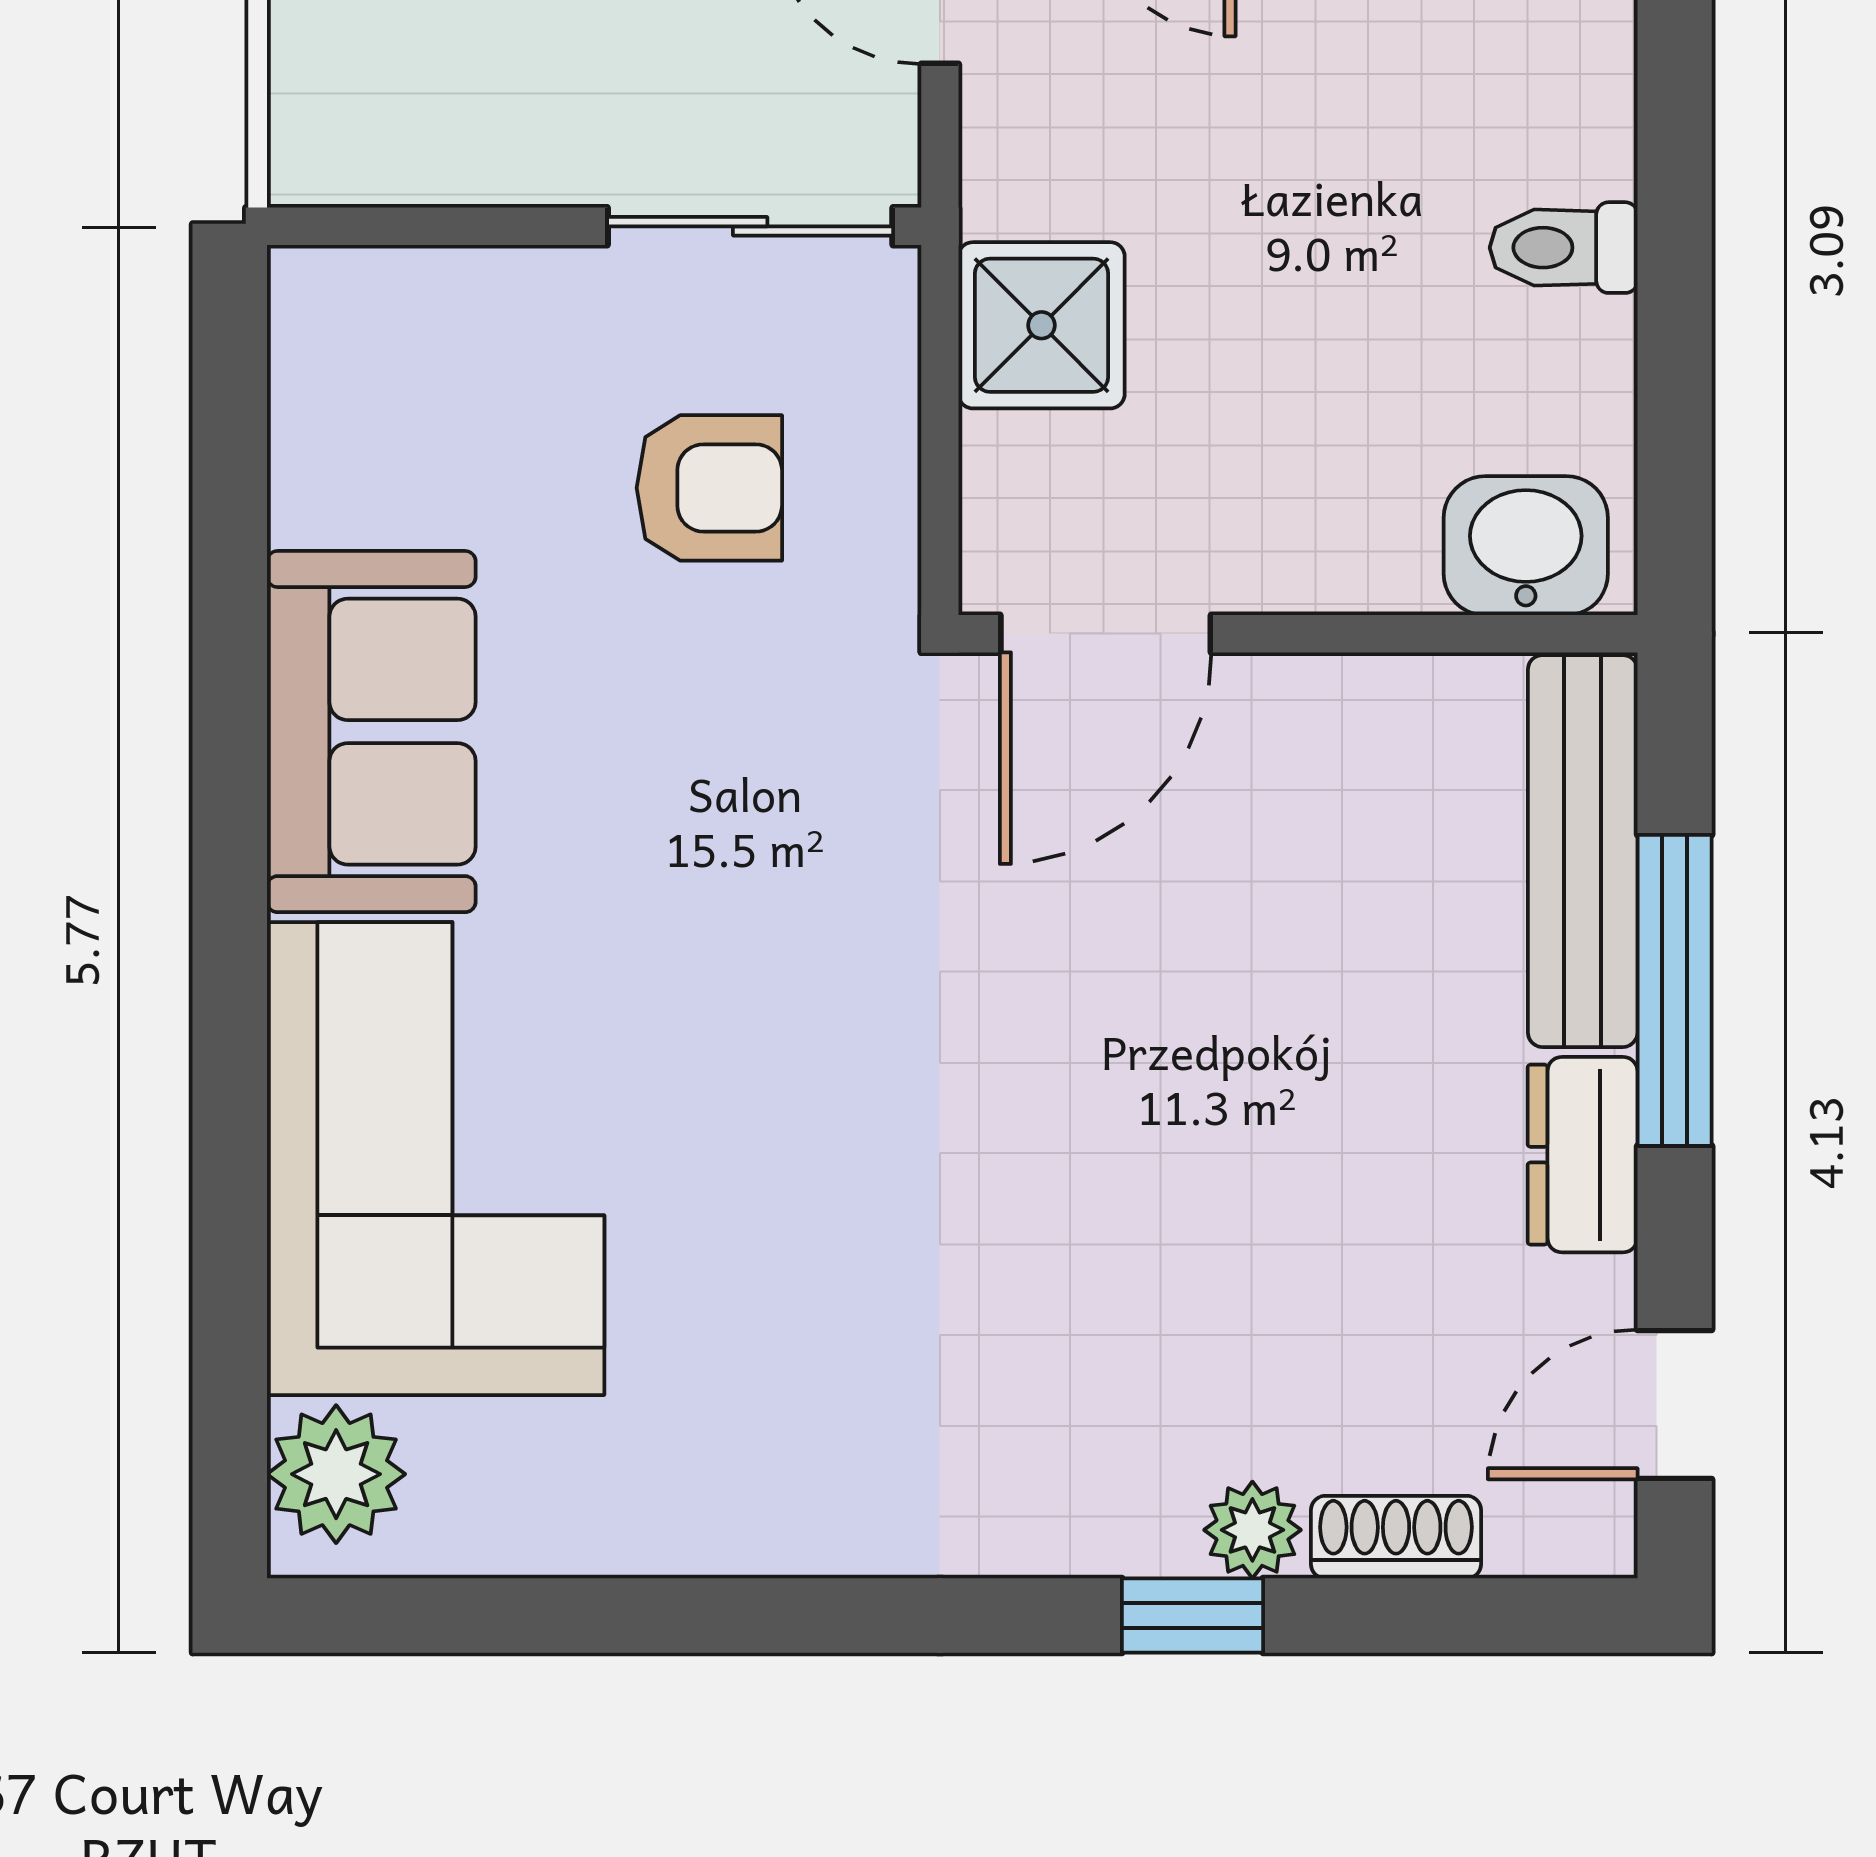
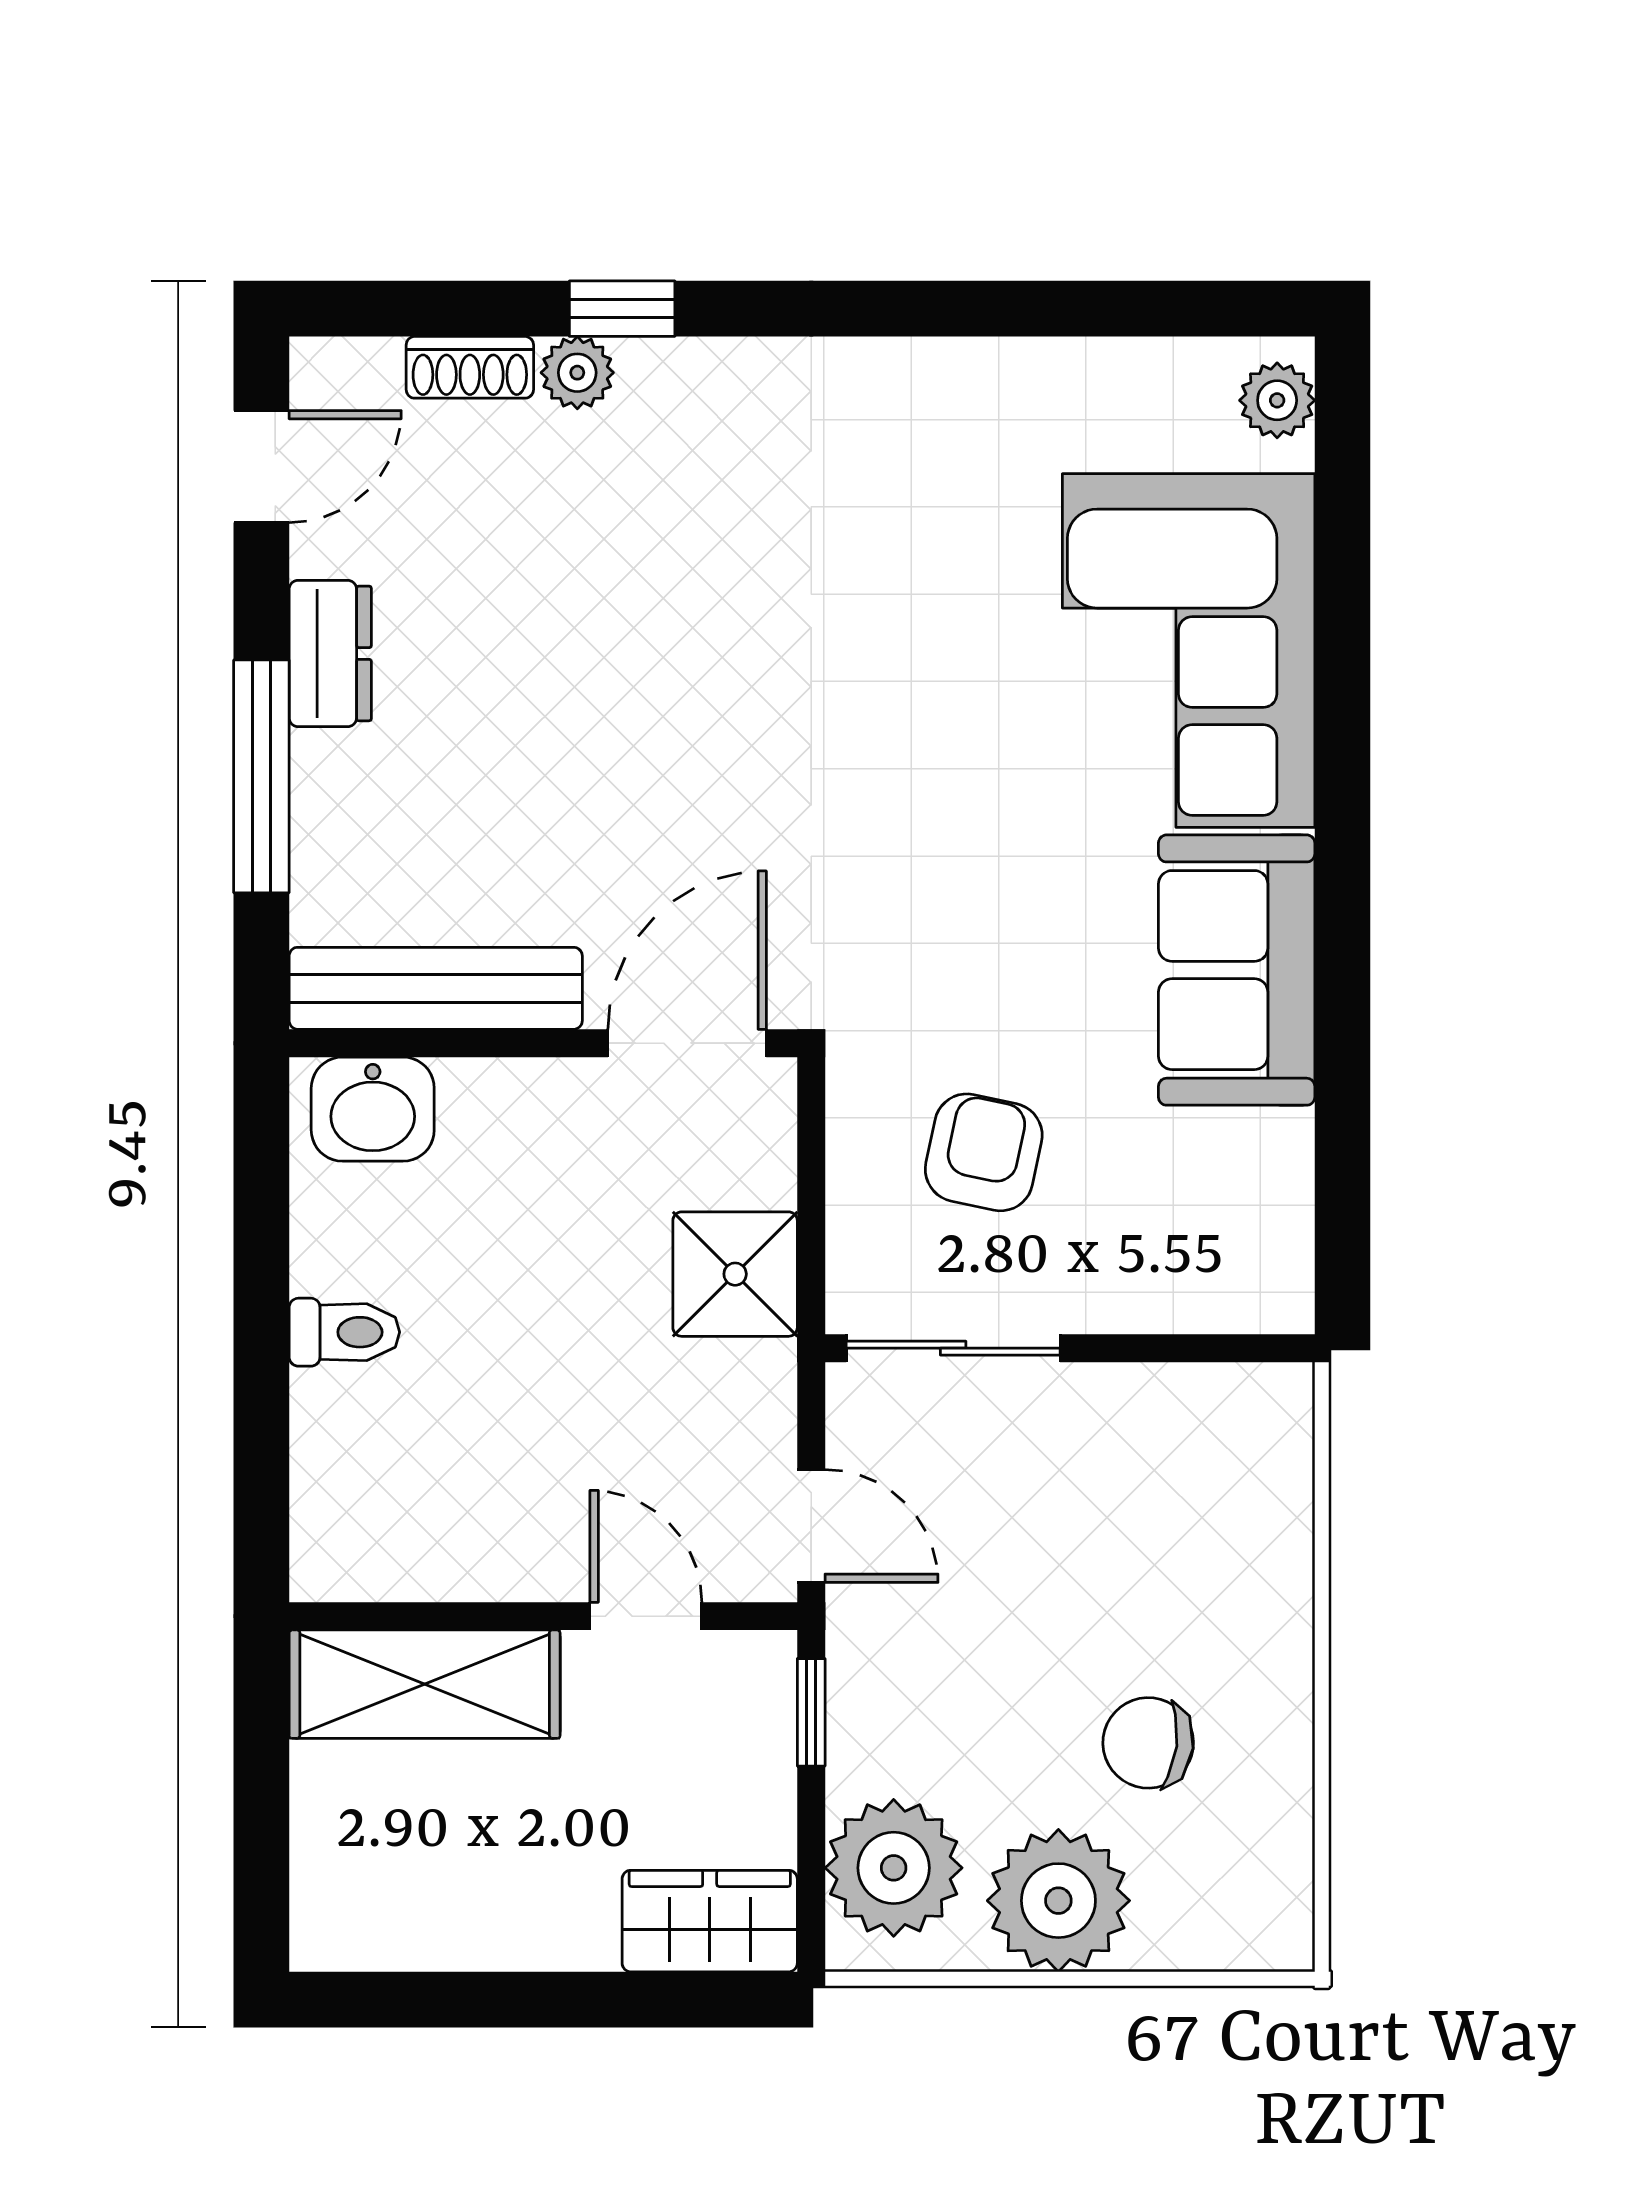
armchair: (709, 488) -> (984, 1152), turned 102
bench: (1583, 851) -> (436, 988), moved, turned 90
plant: (336, 1474) -> (1277, 400), width x0.73, depth x0.73

